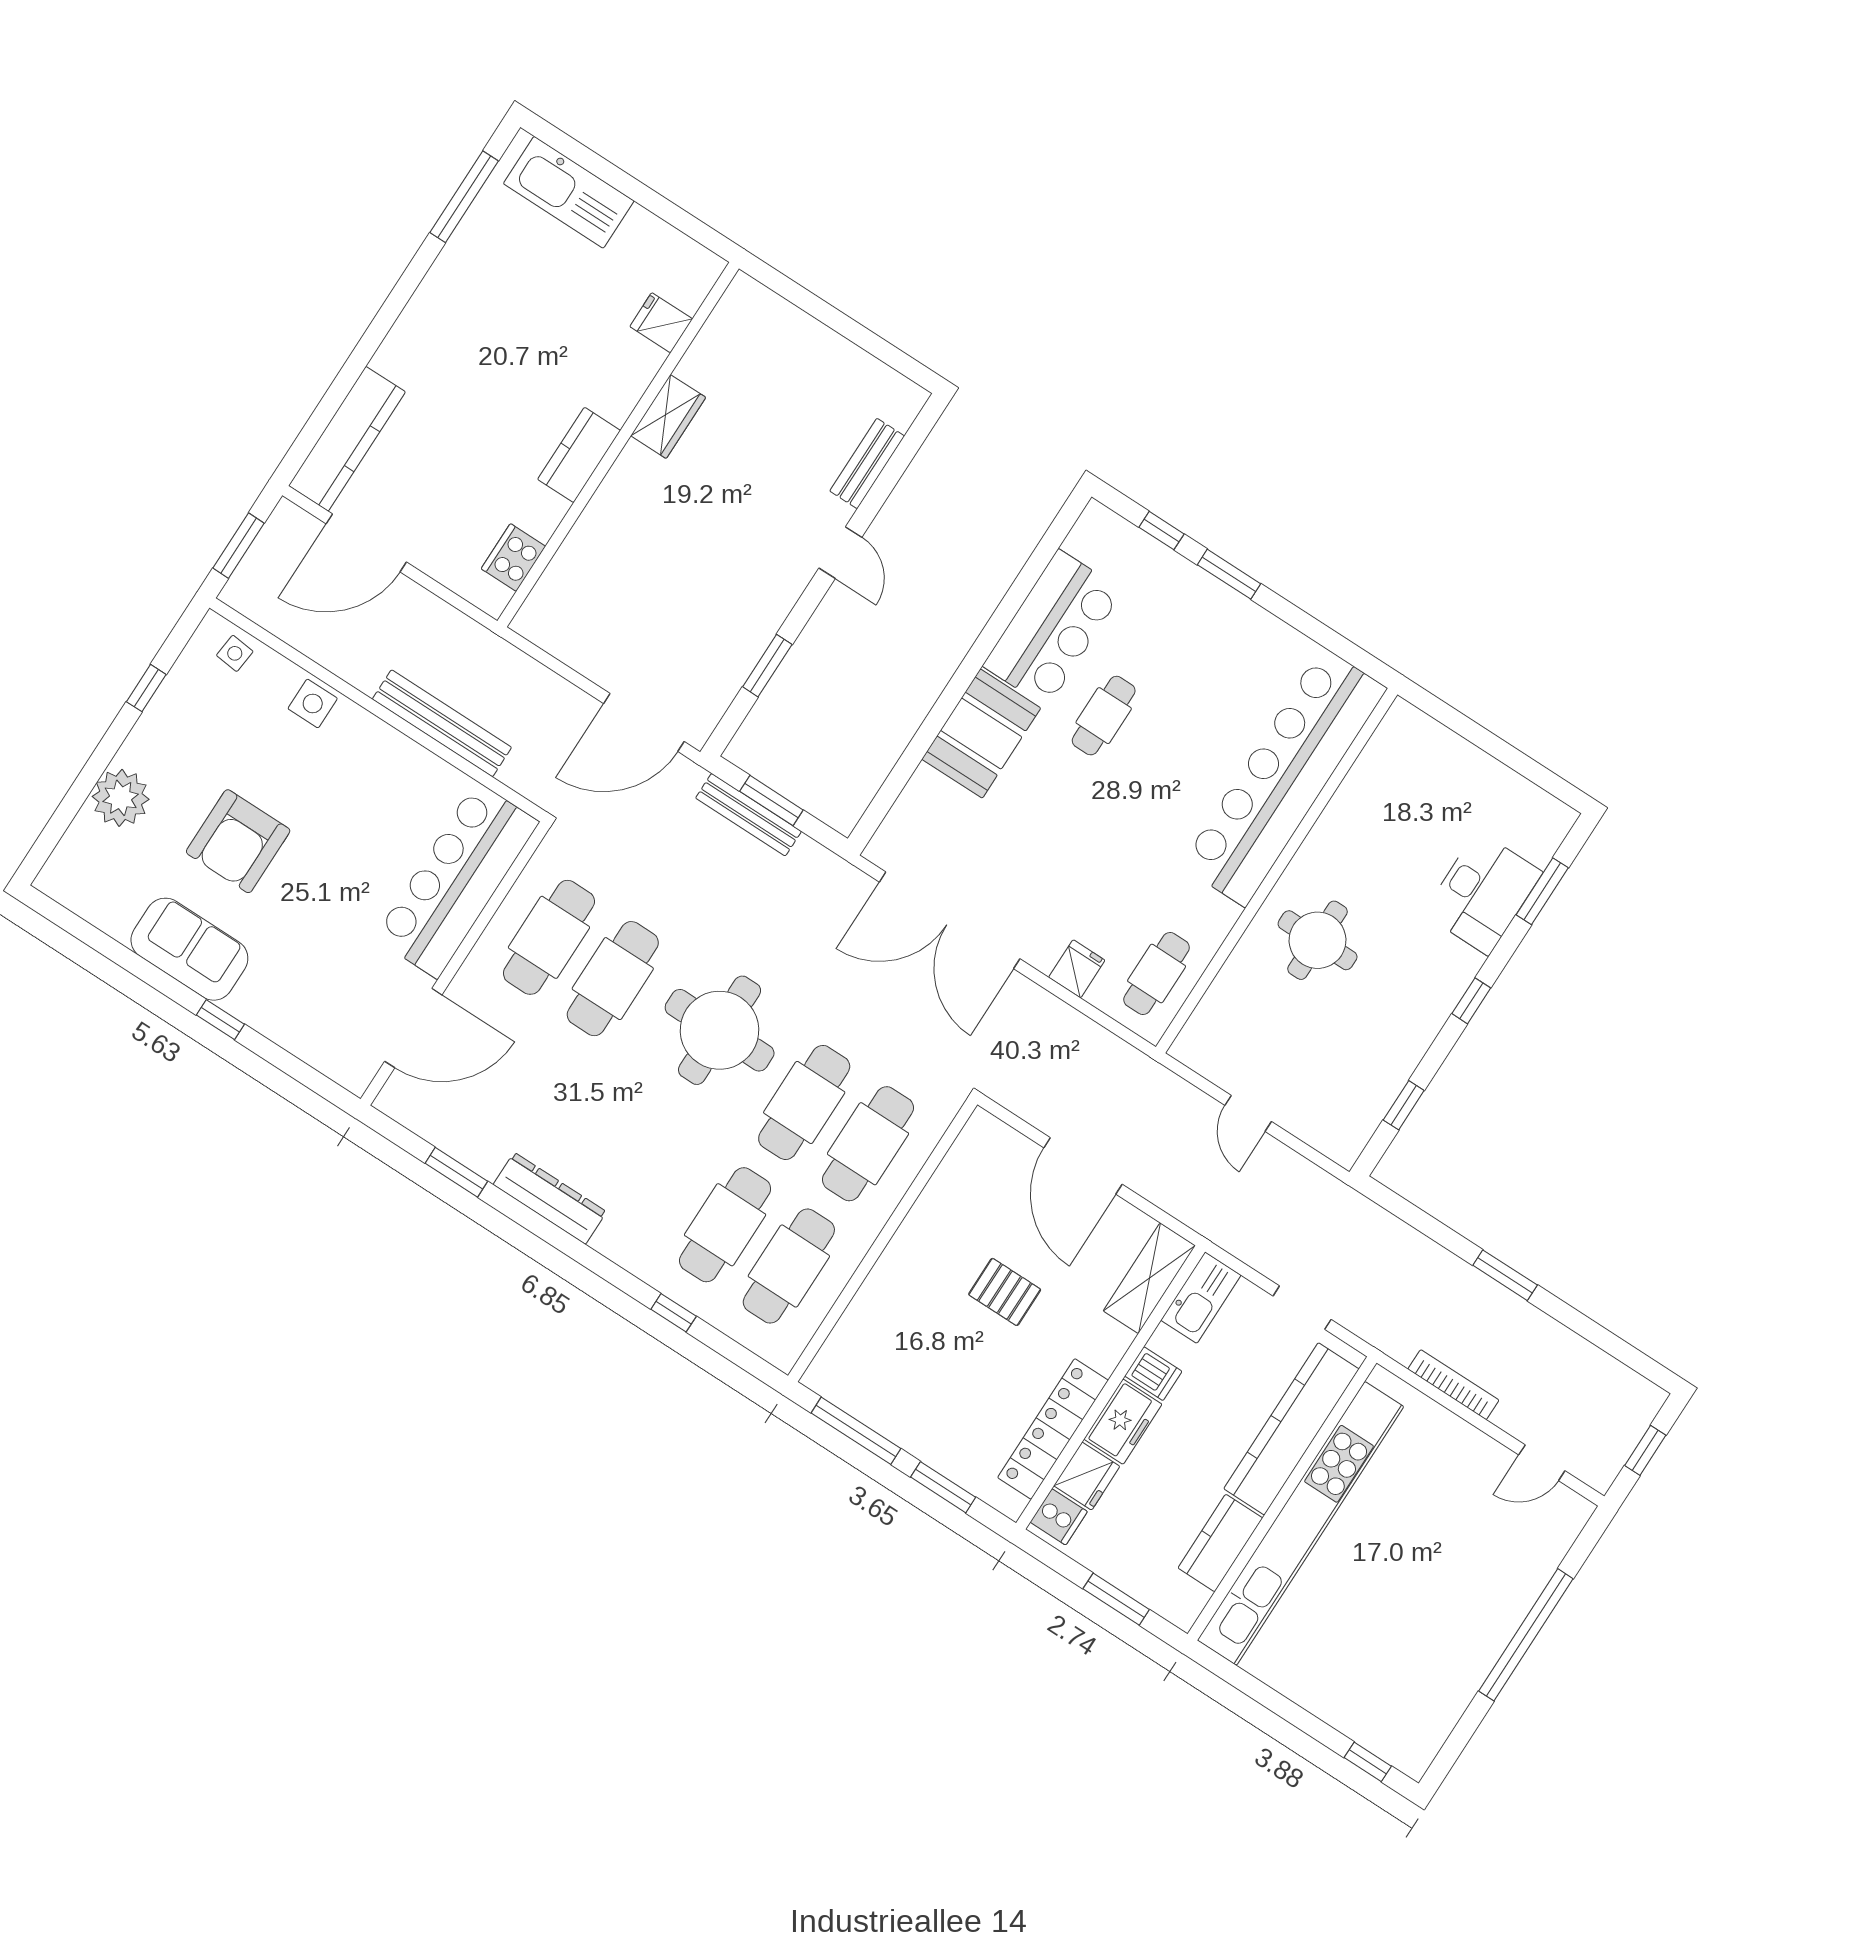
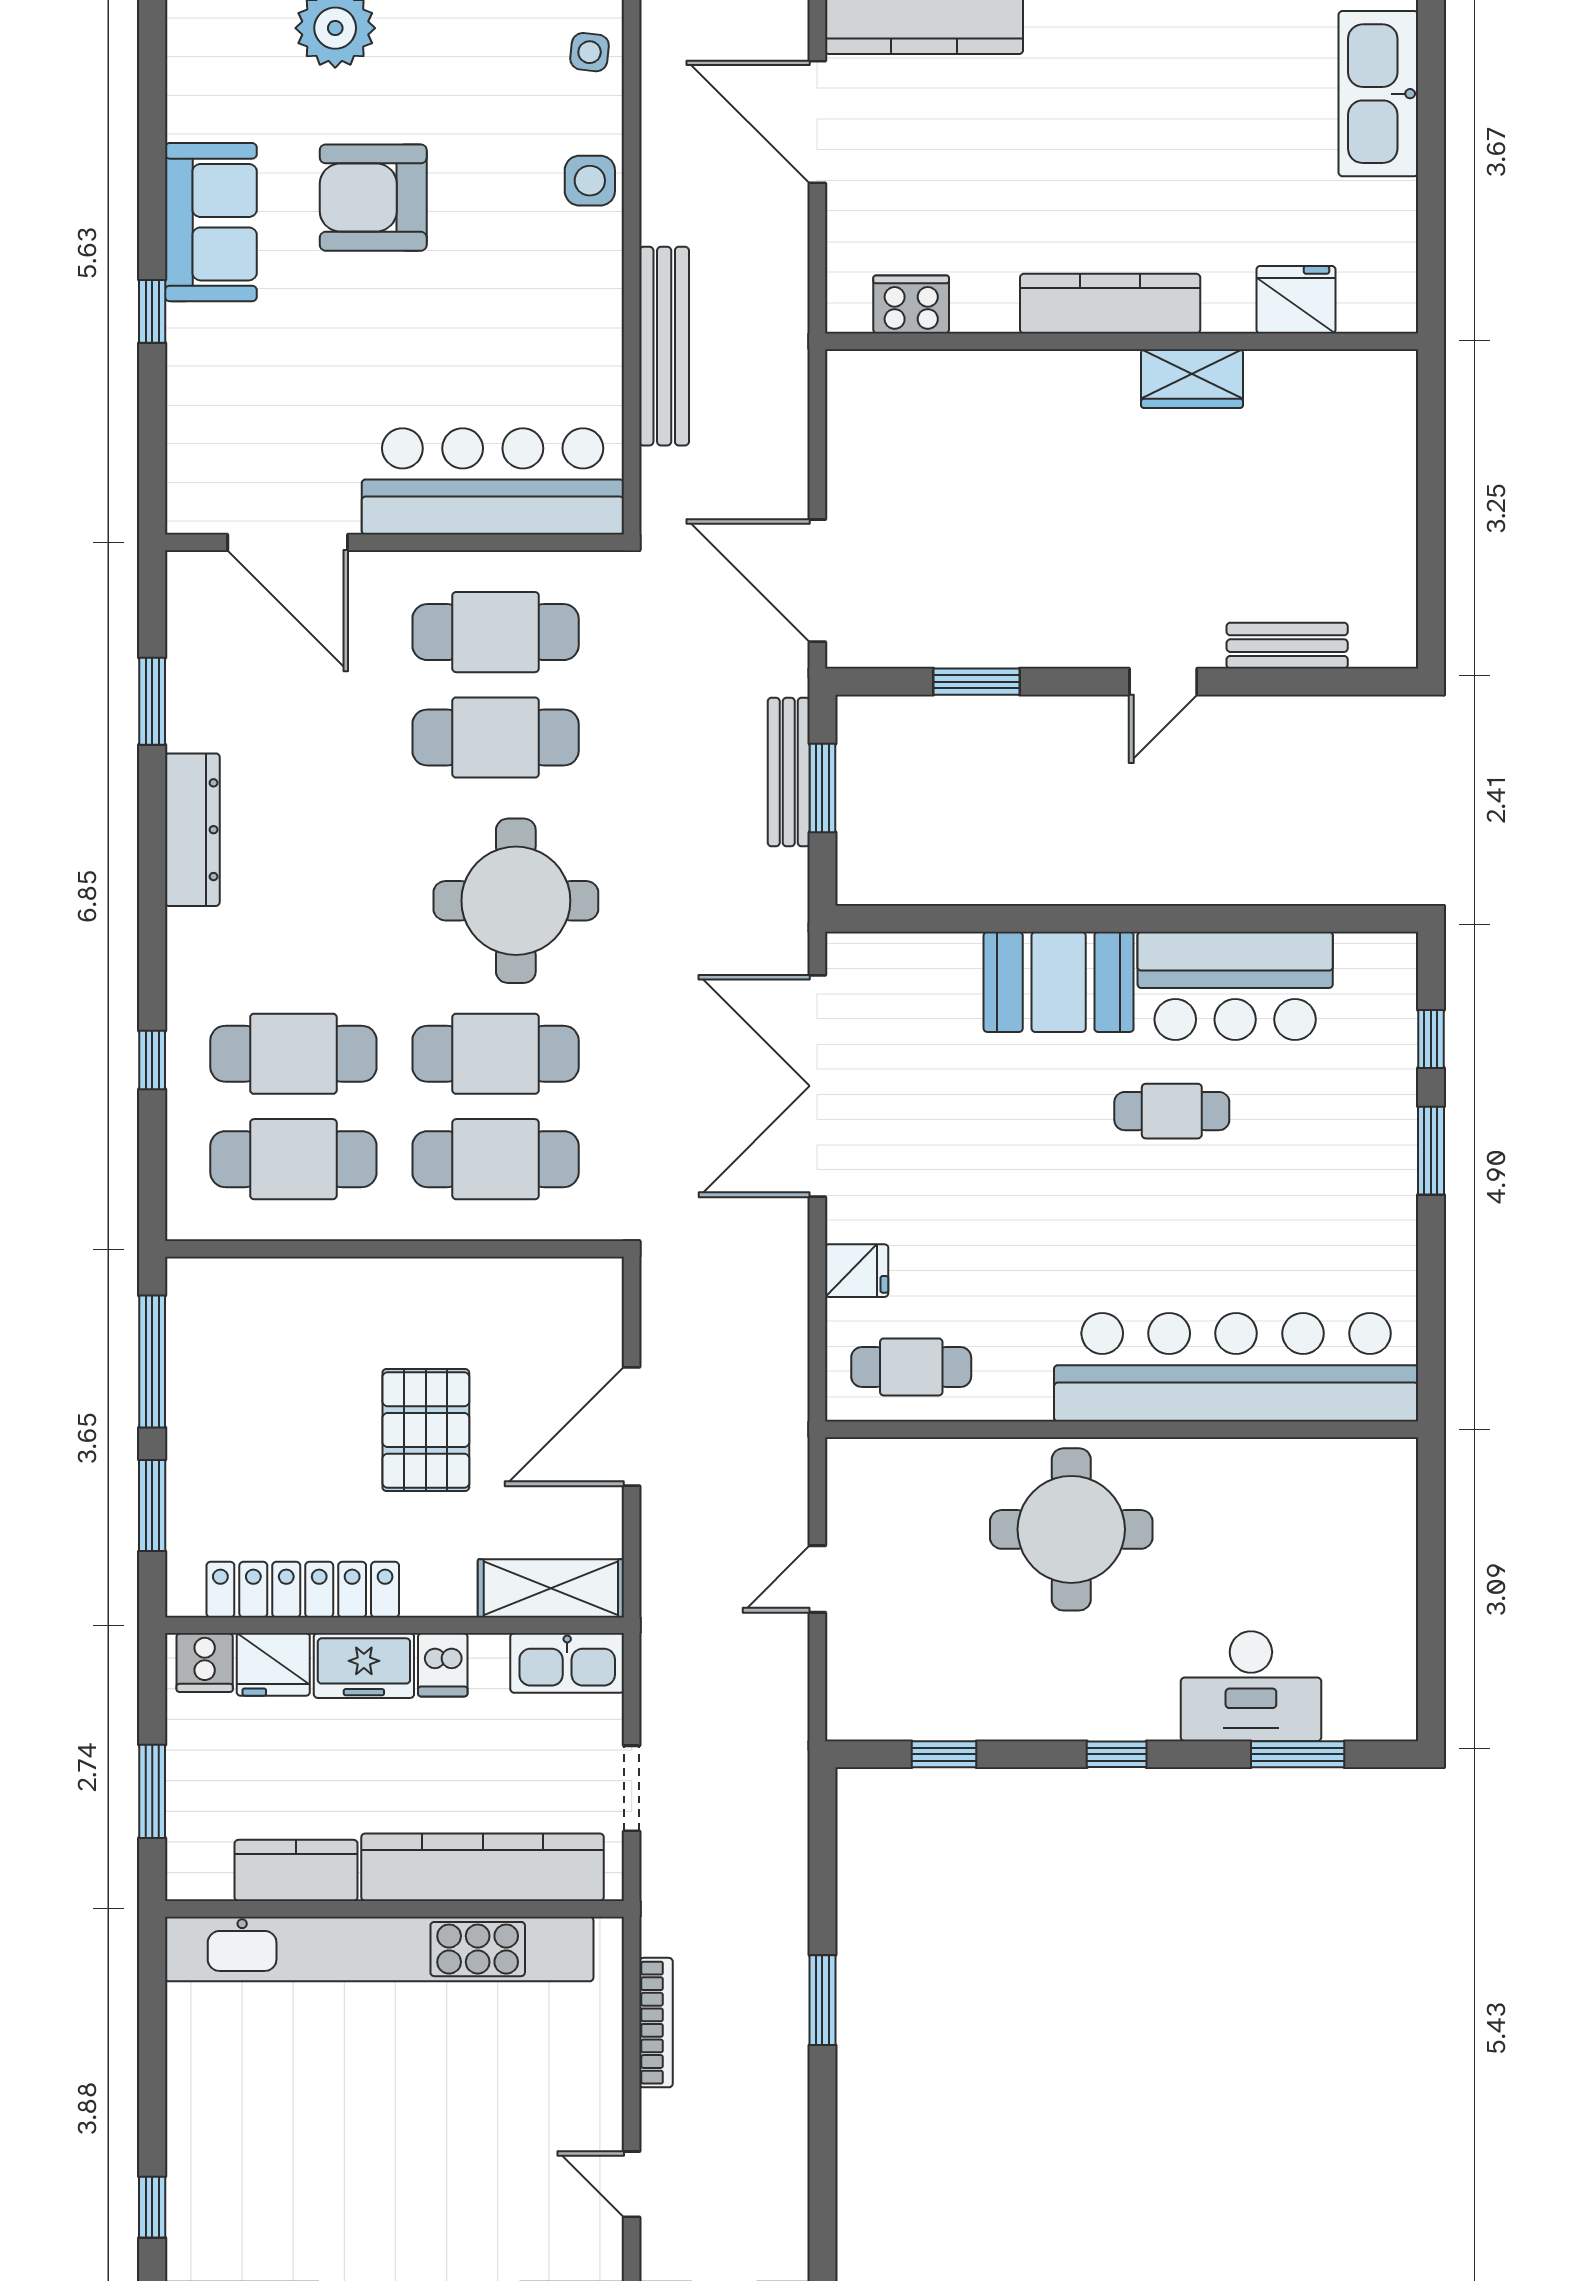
fridge: (661, 323) -> (1296, 300), width x1.38
kitchen counter: (579, 455) -> (1110, 304), width x1.50
round table: (1318, 940) -> (1071, 1529), width x1.36, depth x1.36
pallet: (1005, 1292) -> (426, 1430), width x1.50, depth x1.42

